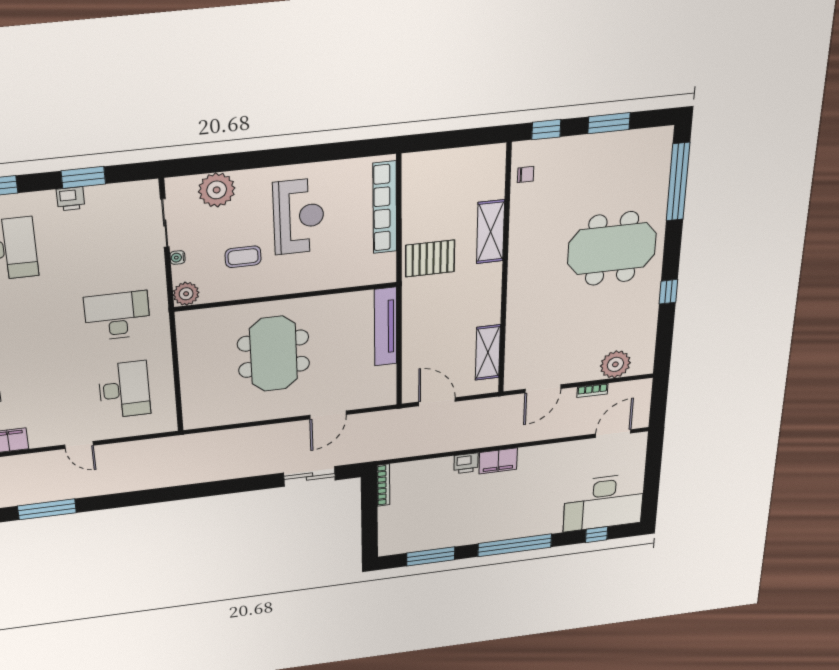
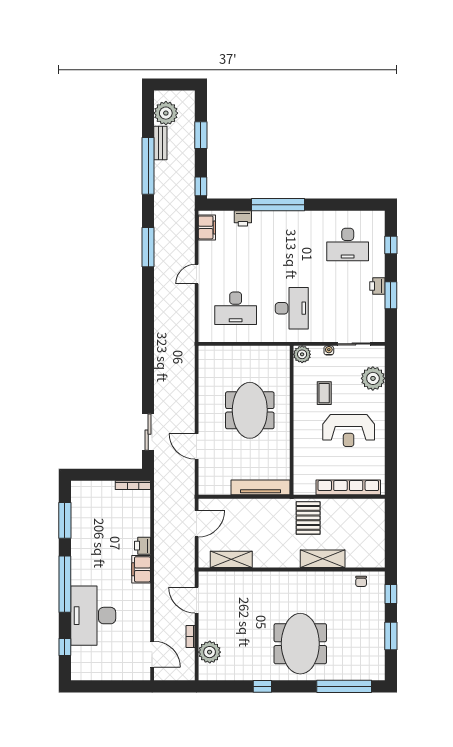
meeting table: (274, 354) -> (250, 410), turned 90
desk: (604, 502) -> (93, 616), moved

